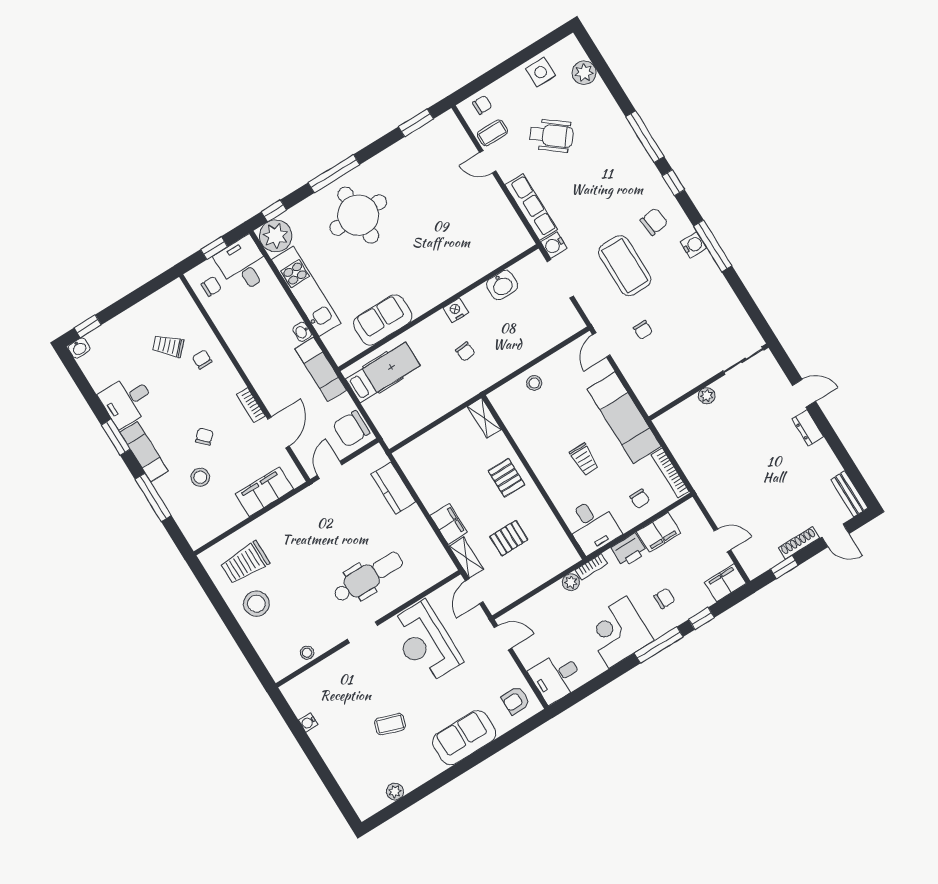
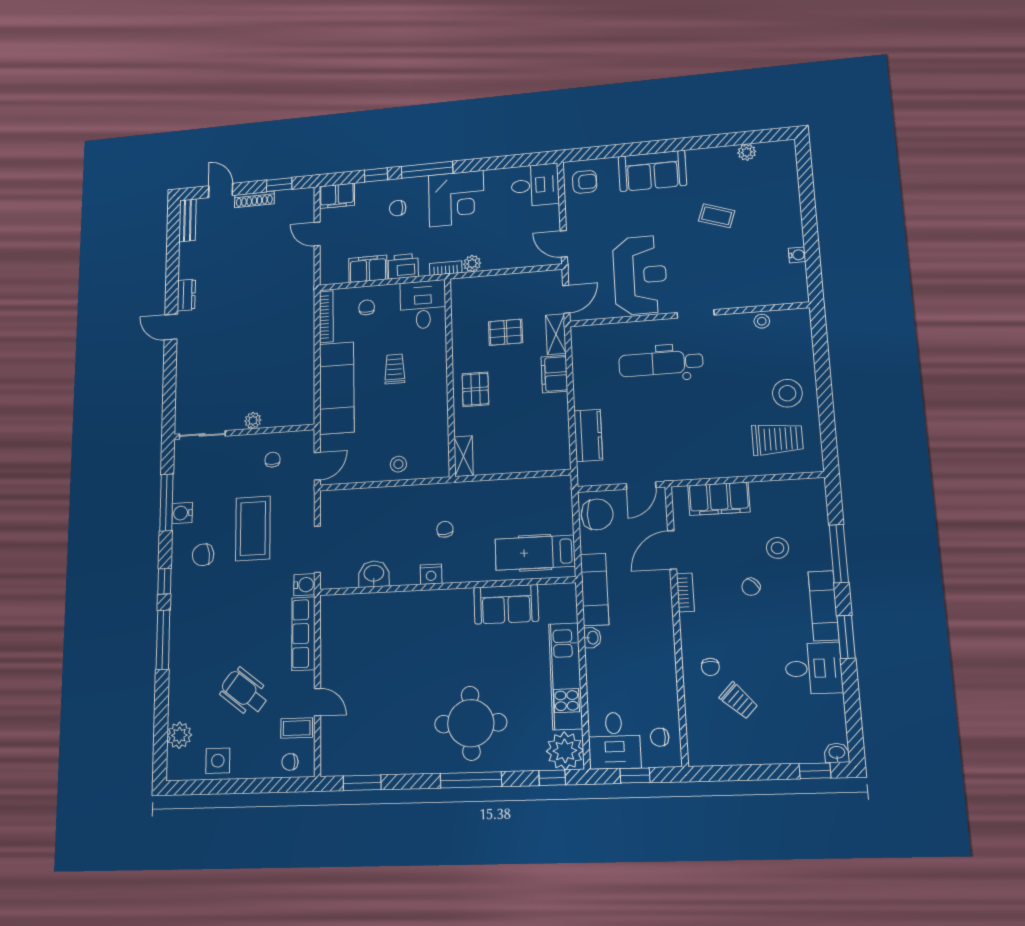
sliding door: (744, 360) -> (202, 435), moved
wall: (709, 382) -> (244, 432), moved
plant: (707, 396) -> (253, 420), moved

